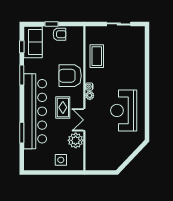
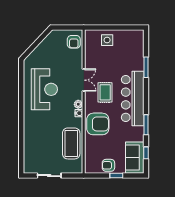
coffee table: (97, 56) -> (71, 143), width x1.36, depth x1.32
bar counter: (35, 111) -> (133, 98), width x0.73
plant: (76, 140) -> (92, 59), removed
armchair: (94, 158) -> (74, 42), added

